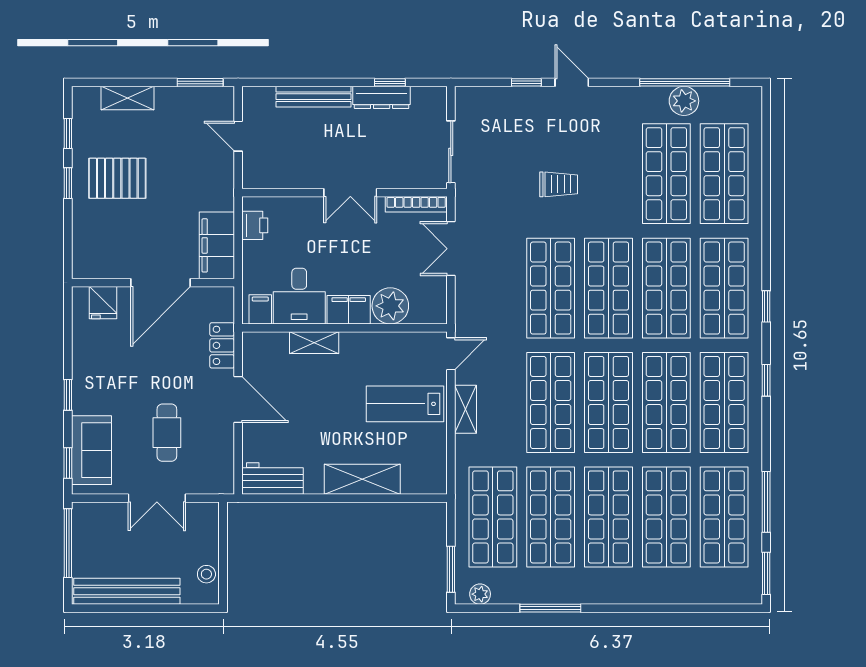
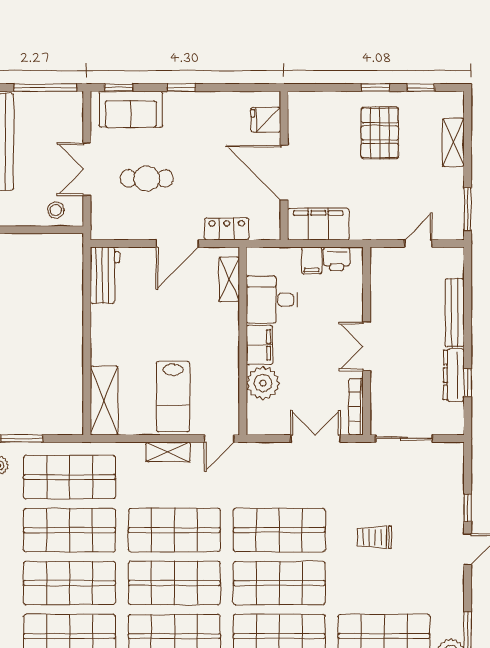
trolley: (559, 184) -> (374, 537), turned 90
filing cabinet: (260, 309) -> (312, 260), moved, turned 90
shelving: (314, 343) -> (229, 279), moved
door: (451, 354) -> (219, 439), hinge flipped
lab bench: (405, 404) -> (173, 397), turned 180
shelving: (362, 479) -> (104, 400), moved
stool: (206, 574) -> (56, 210), moved

